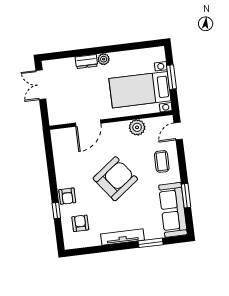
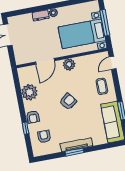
window: (171, 77) -> (105, 23), width x1.44
plant: (137, 127) -> (69, 64), moved
plant: (65, 163) -> (30, 92), added
armchair: (115, 179) -> (68, 102), width x0.53, depth x0.53
window: (151, 243) -> (74, 152), moved

